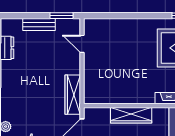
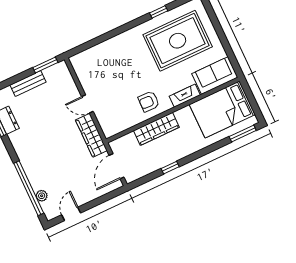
door: (82, 44) -> (87, 104), moved
armchair: (136, 89) -> (149, 101), added

